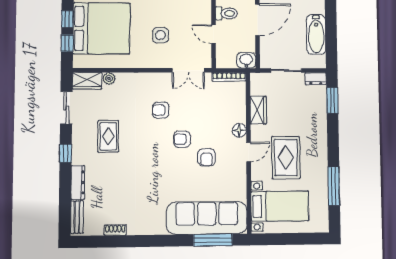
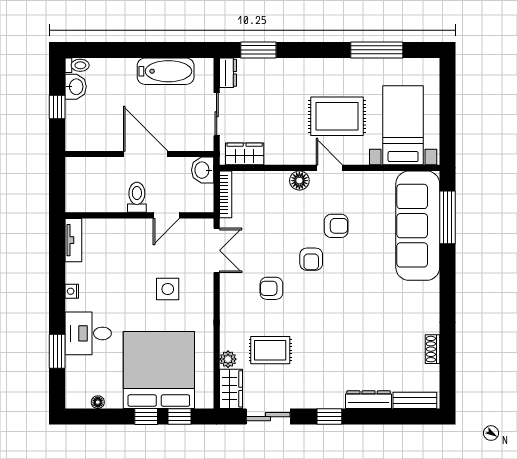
armchair: (161, 110) -> (271, 288), turned 90
wardrobe: (258, 110) -> (245, 154), moved
rug: (108, 136) -> (270, 350), moved

